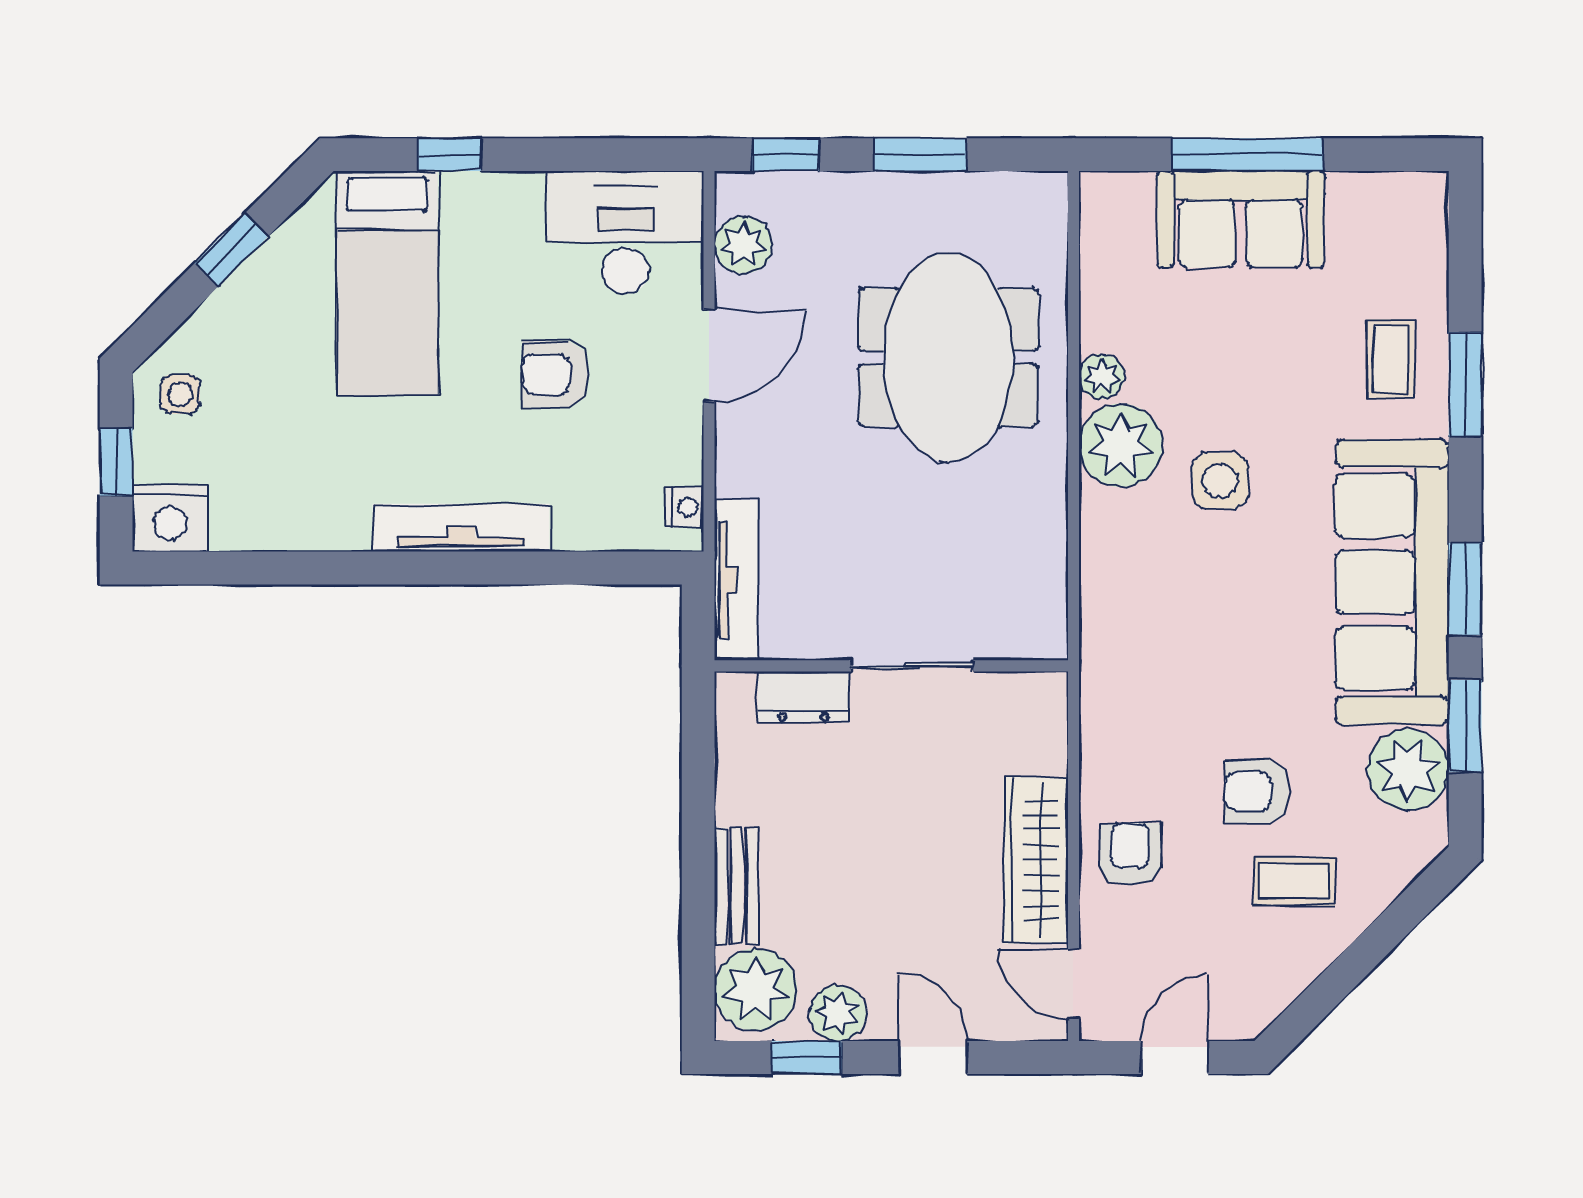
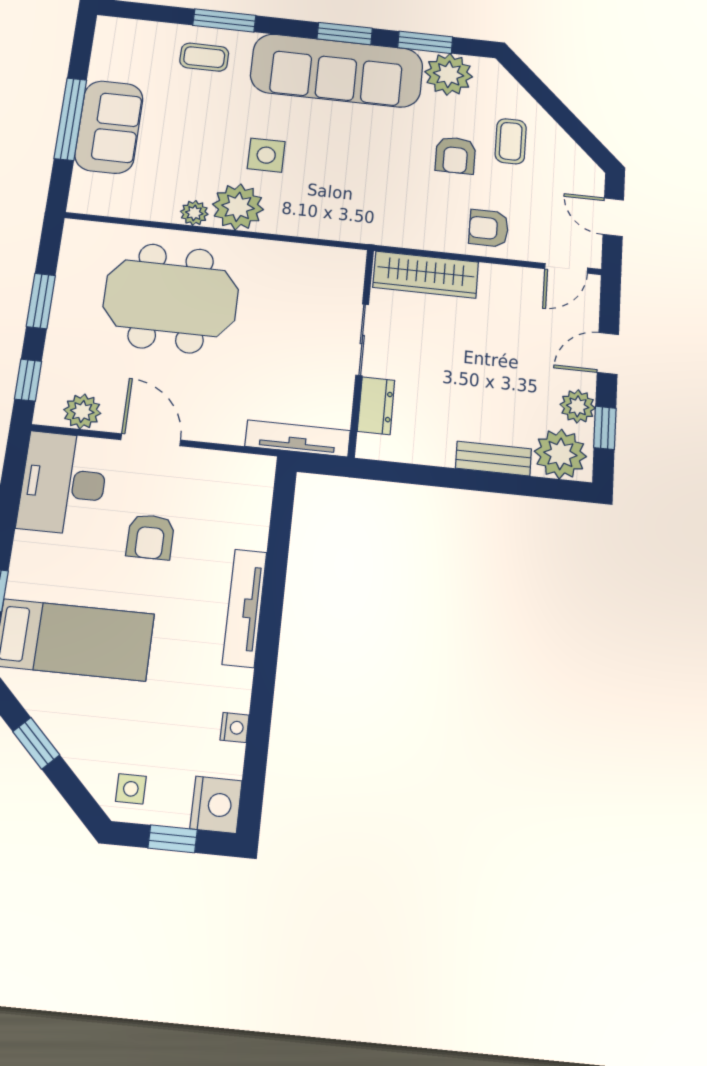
nightstand: (684, 507) -> (235, 727), moved, turned 90
wardrobe: (1036, 860) -> (426, 275), moved

